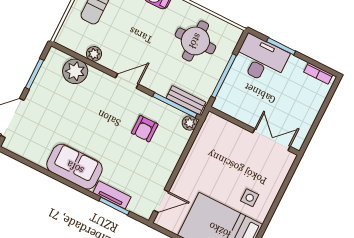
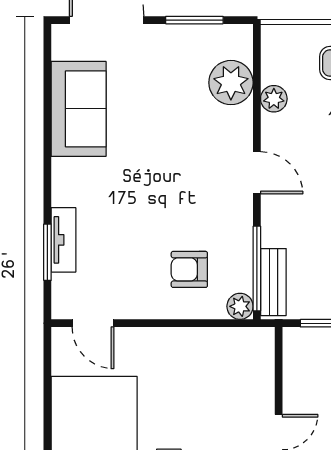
armchair: (145, 129) -> (189, 269), moved
sofa: (75, 167) -> (79, 109), moved

